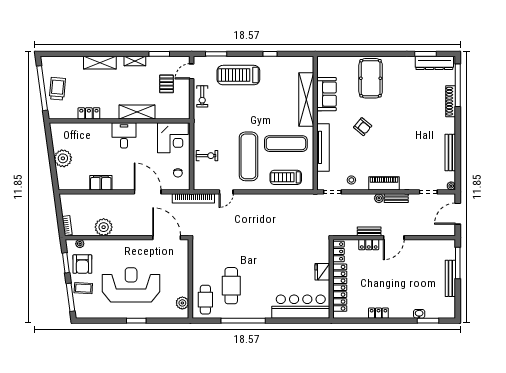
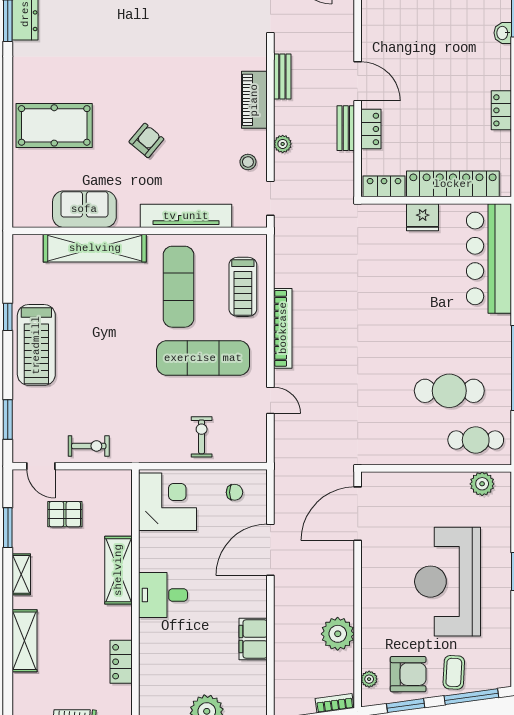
treadmill: (238, 75) -> (36, 345), moved
bookcase: (193, 198) -> (283, 328), moved
plant: (379, 198) -> (283, 144), moved

